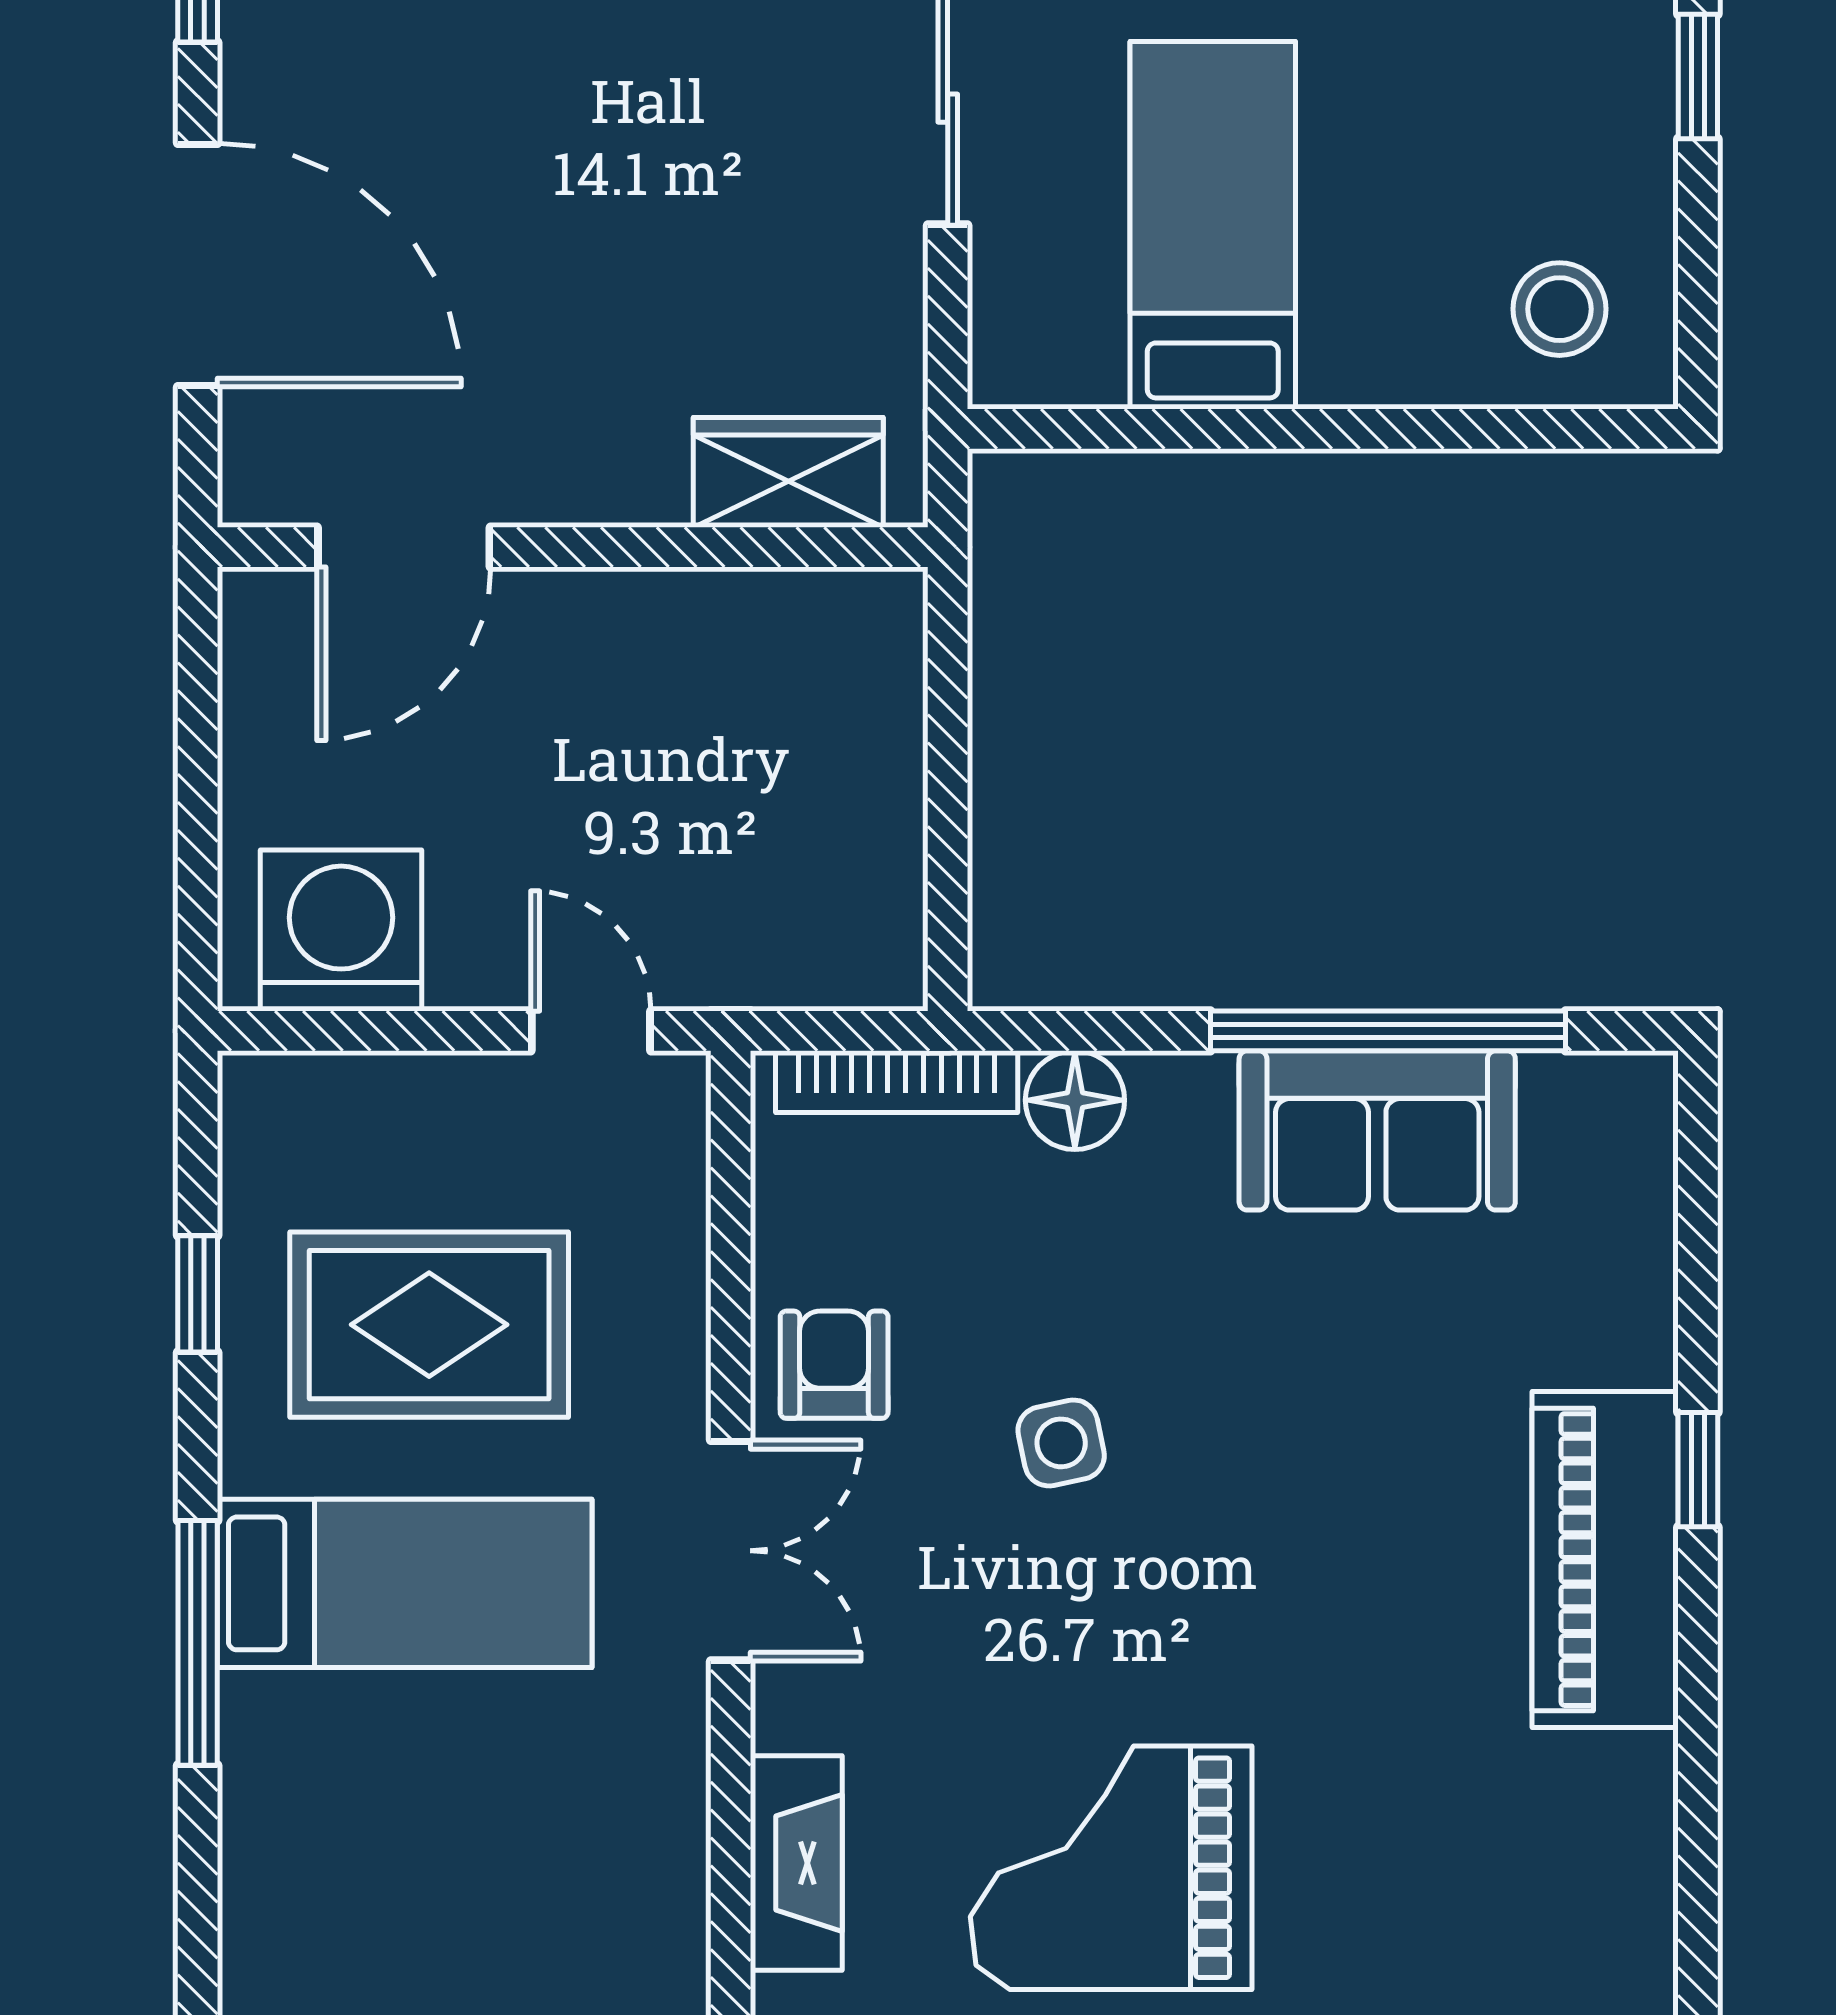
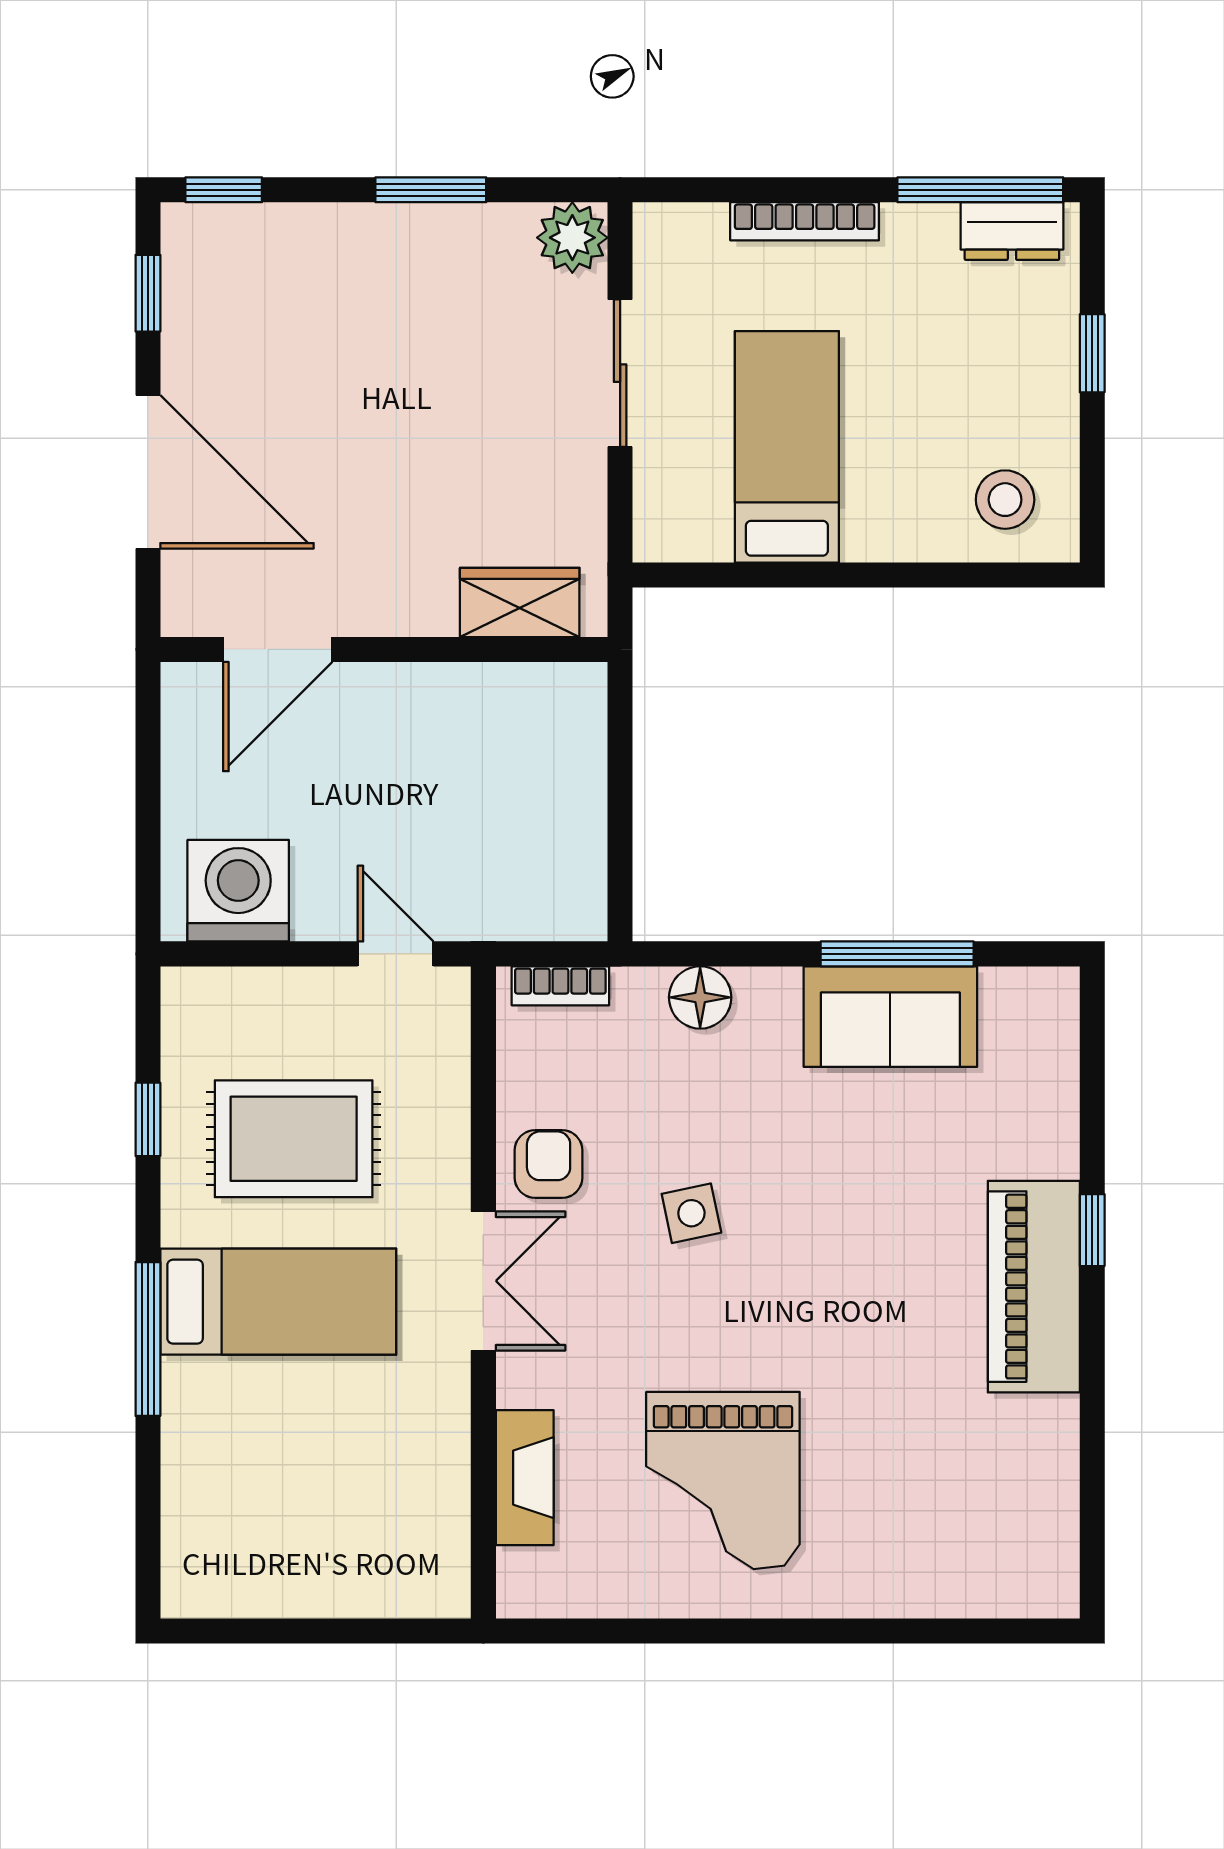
window: (1388, 1031) -> (897, 954), width x0.68
bookcase: (897, 1082) -> (560, 986), width x0.64
grand piano: (1111, 1868) -> (723, 1481), turned -90

